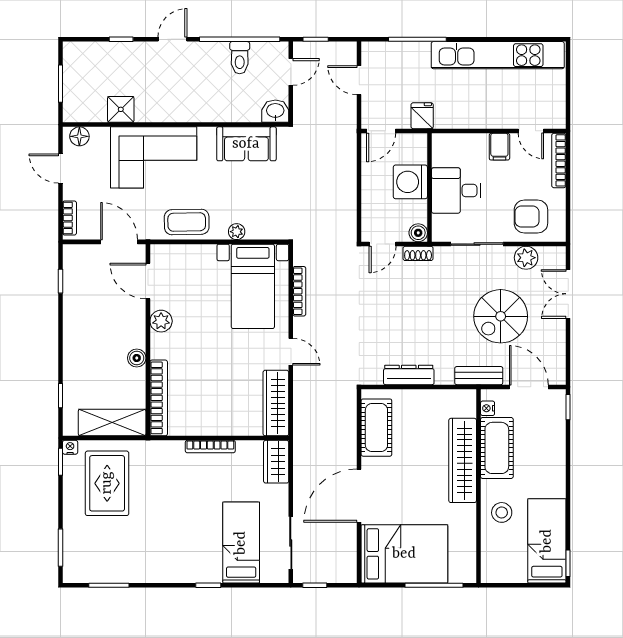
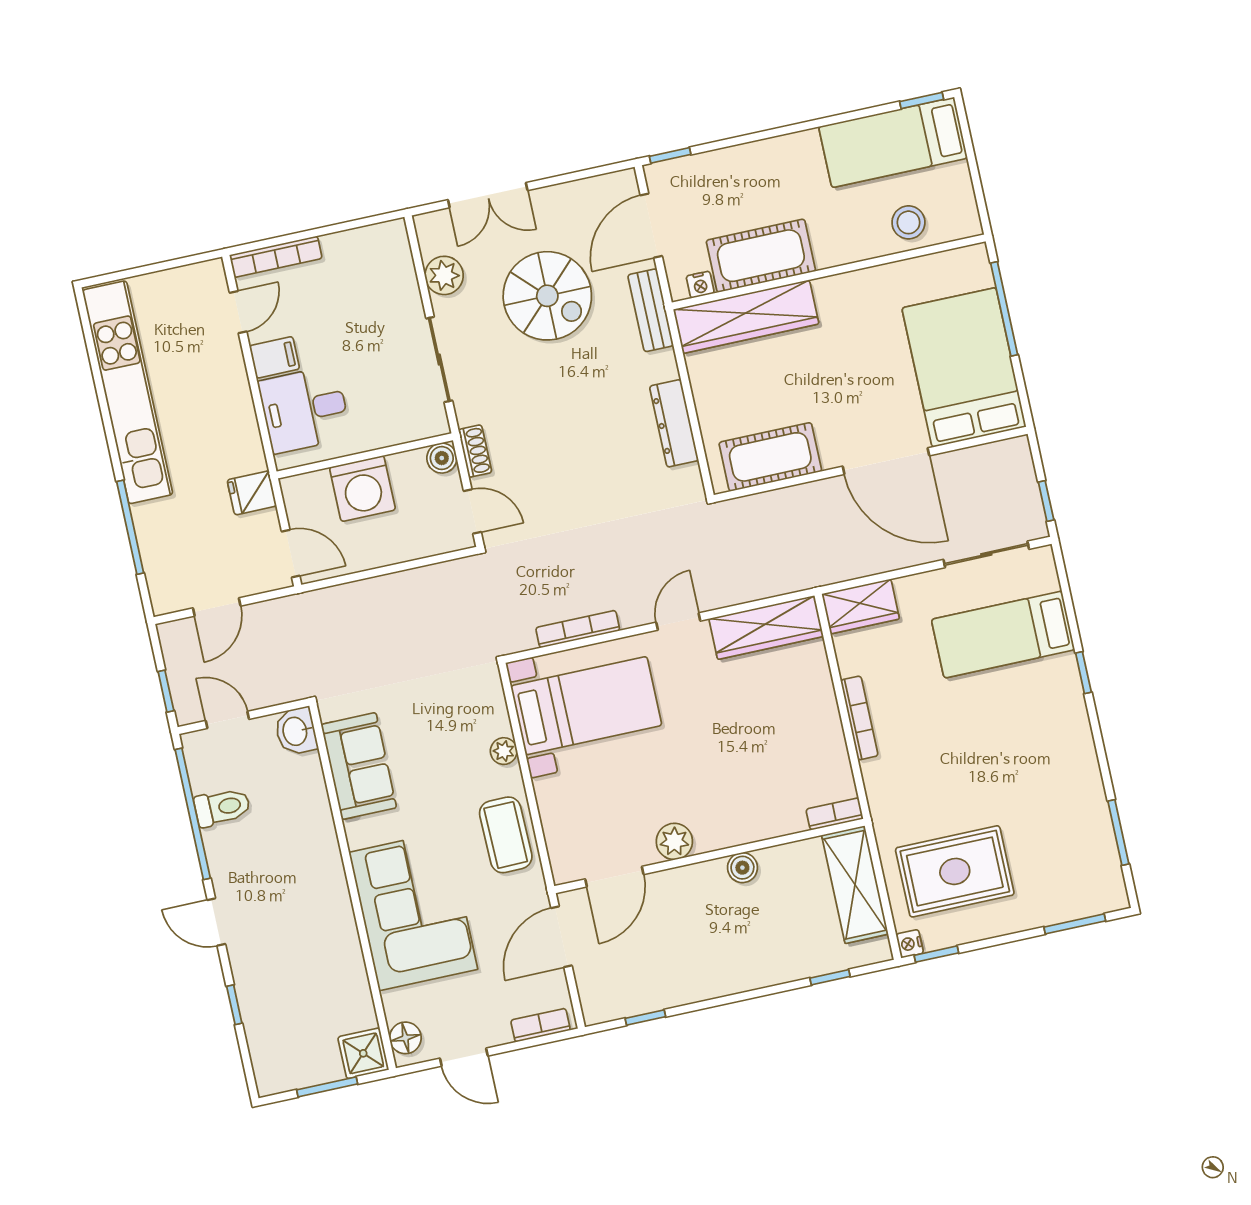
shower: (121, 109) -> (363, 1053), moved
door: (60, 169) -> (464, 1057), hinge flipped
desk: (456, 191) -> (305, 409), moved, turned 90
armchair: (531, 217) -> (376, 282), removed
bookcase: (159, 398) -> (835, 814), width x0.43, depth x0.76
wardrobe: (463, 460) -> (746, 317), moved
stool: (502, 512) -> (908, 222), moved

